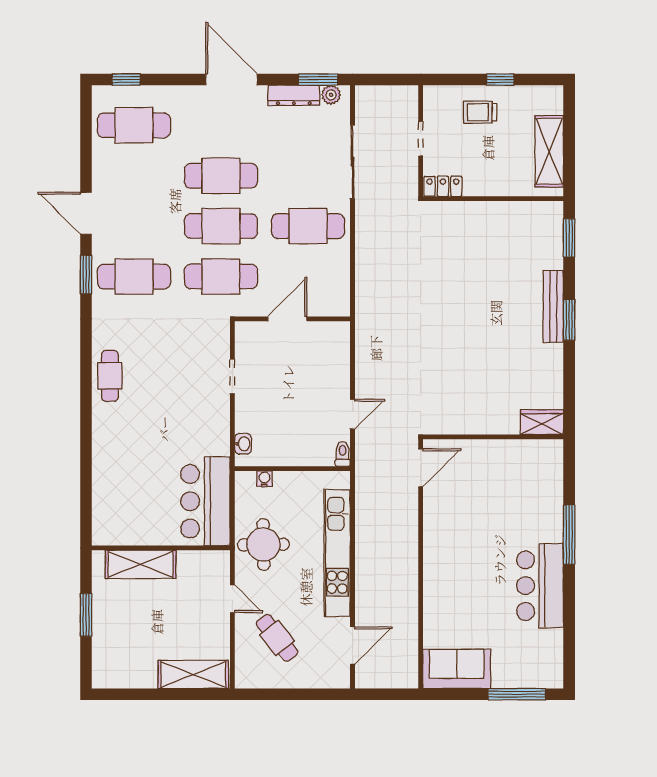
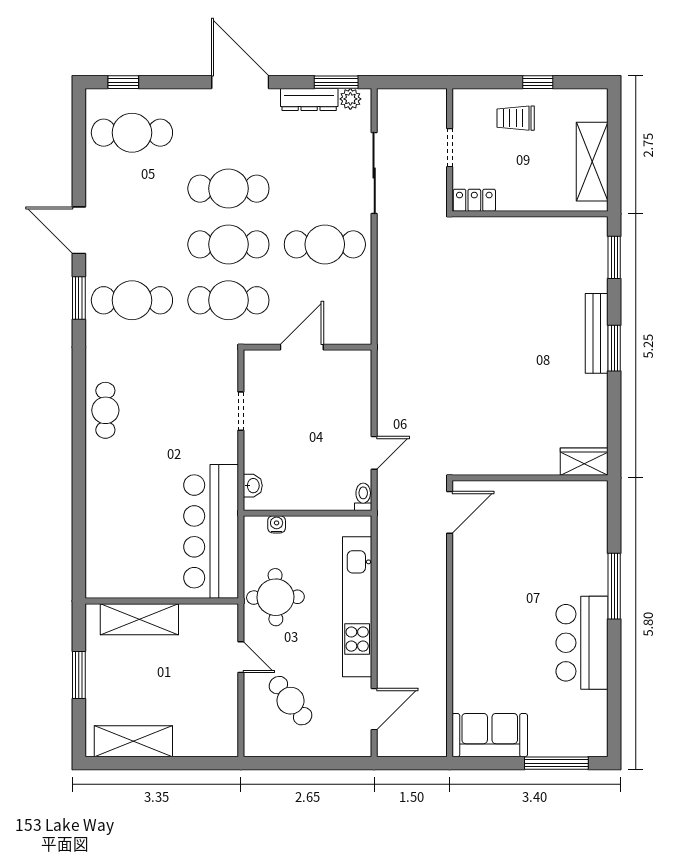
bar counter: (205, 501) -> (211, 531), width x1.36
shelving: (193, 674) -> (133, 741), moved

